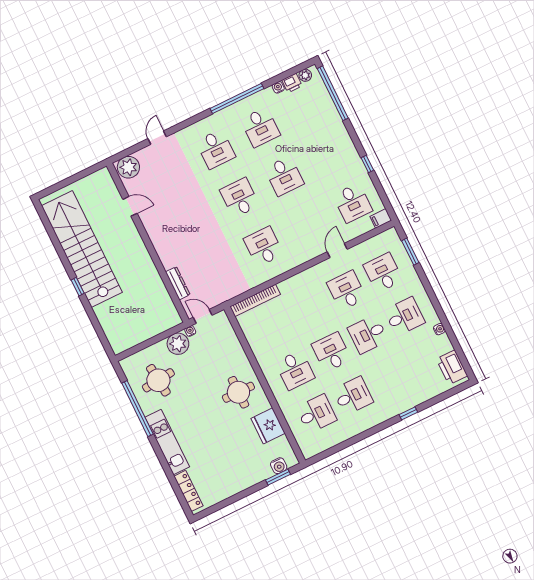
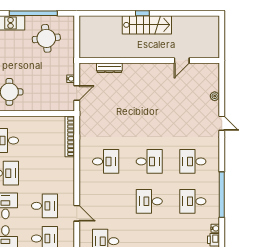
plant: (128, 167) -> (215, 96), width x0.53, depth x0.53
door: (130, 206) -> (182, 60), moved
wall: (148, 243) -> (149, 60), moved
stairs: (82, 249) -> (147, 25), width x0.54, depth x0.66
dresser: (178, 283) -> (109, 68), moved
plant: (178, 344) -> (66, 65), removed

